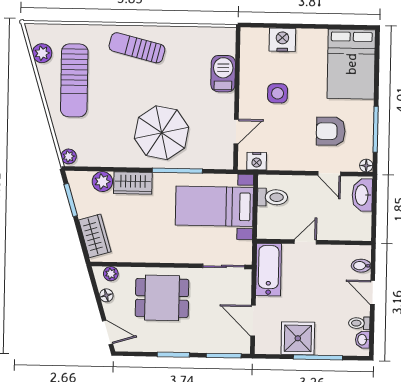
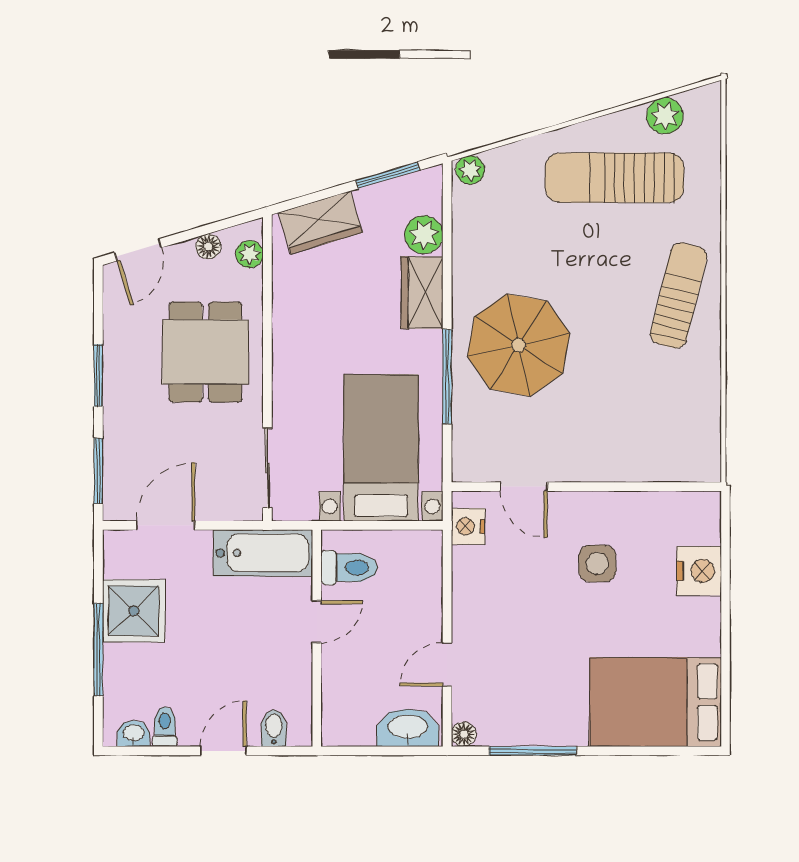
barbecue: (223, 74) -> (633, 460), removed
armchair: (331, 131) -> (528, 666), removed
toilet: (272, 197) -> (349, 568), moved, turned -90
door: (305, 242) -> (317, 622), hinge flipped

